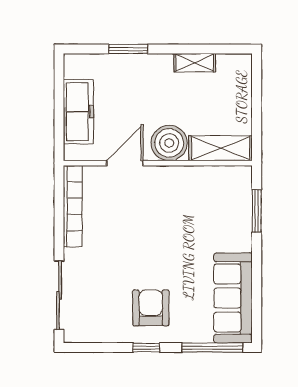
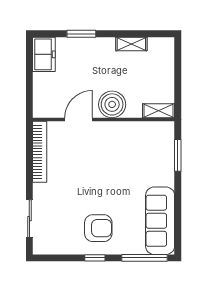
freezer: (78, 112) -> (44, 54), moved, width x0.71
shelving: (221, 148) -> (159, 111), width x0.67, depth x0.75
sliding door: (59, 295) -> (29, 219), width x0.73
armchair: (151, 308) -> (98, 228), turned 90

